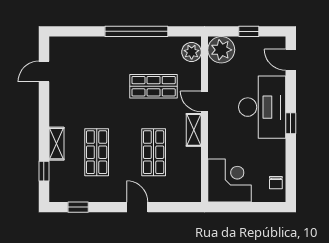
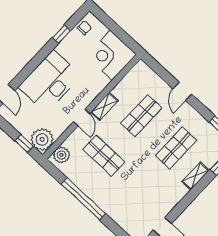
window: (249, 31) -> (24, 144), moved
window: (291, 123) -> (62, 34), moved

